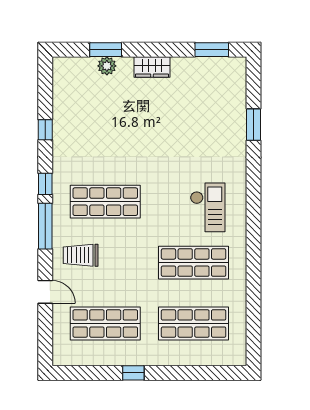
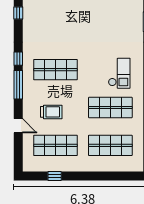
window: (45, 130) -> (18, 13), moved
trolley: (81, 255) -> (51, 112), moved, turned 180
window: (133, 373) -> (55, 176), moved

